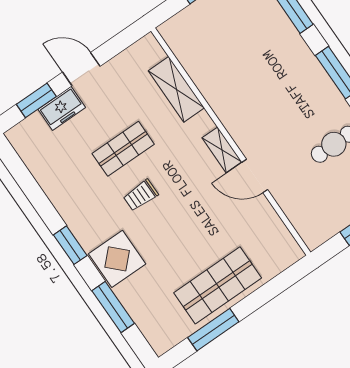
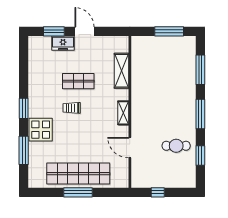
door: (255, 176) -> (130, 148), moved
shop shelf: (218, 285) -> (78, 174), width x1.40
window: (213, 330) -> (78, 192), moved

